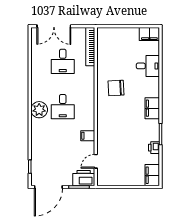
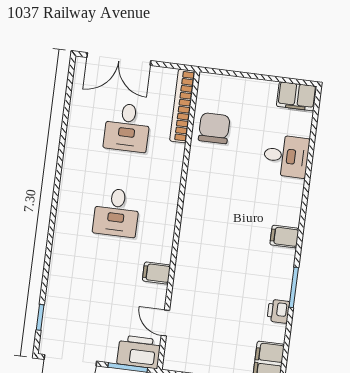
chair: (116, 88) -> (214, 128), moved, turned 93
filing cabinet: (152, 108) -> (284, 237), width x0.50
plant: (39, 110) -> (71, 213), removed
door: (96, 161) -> (165, 323), hinge flipped

